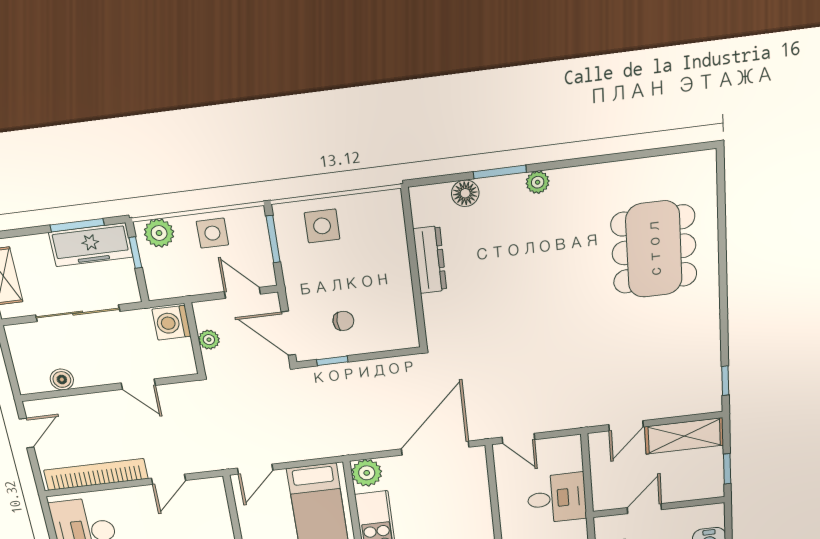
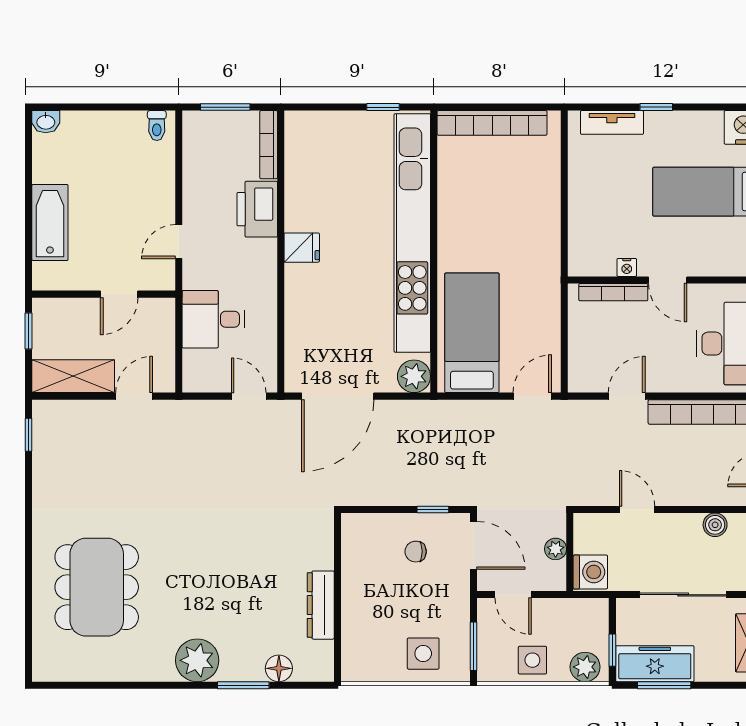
plant: (538, 182) -> (197, 660), width x1.88, depth x1.88

